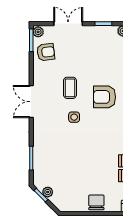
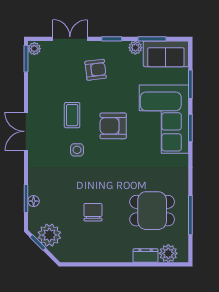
armchair: (46, 52) -> (96, 70), moved
floor lamp: (37, 160) -> (34, 201), added
plant: (48, 192) -> (49, 235), width x1.88, depth x1.88
chair: (96, 202) -> (93, 212), moved

